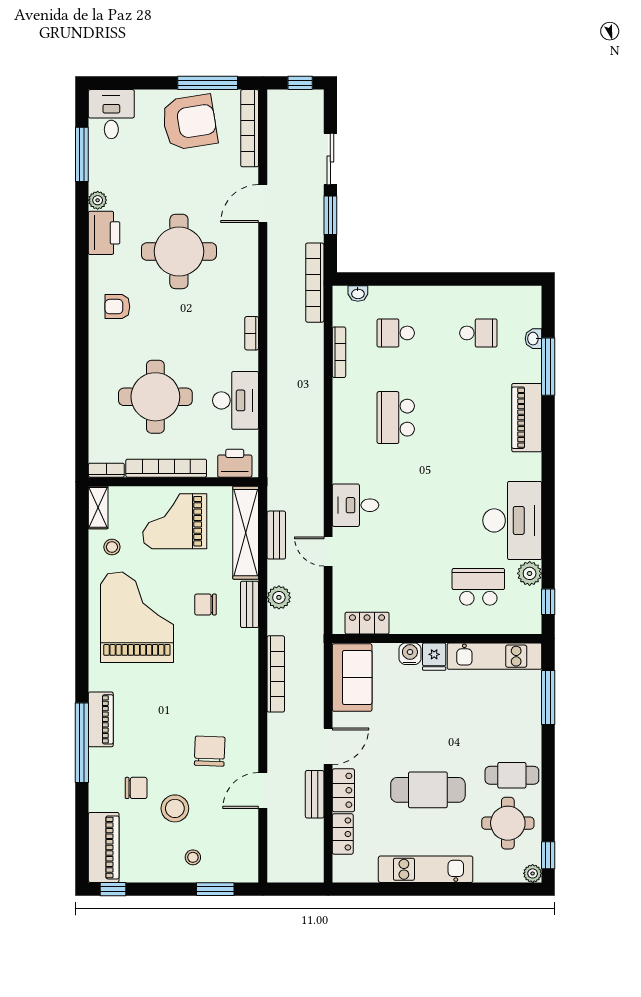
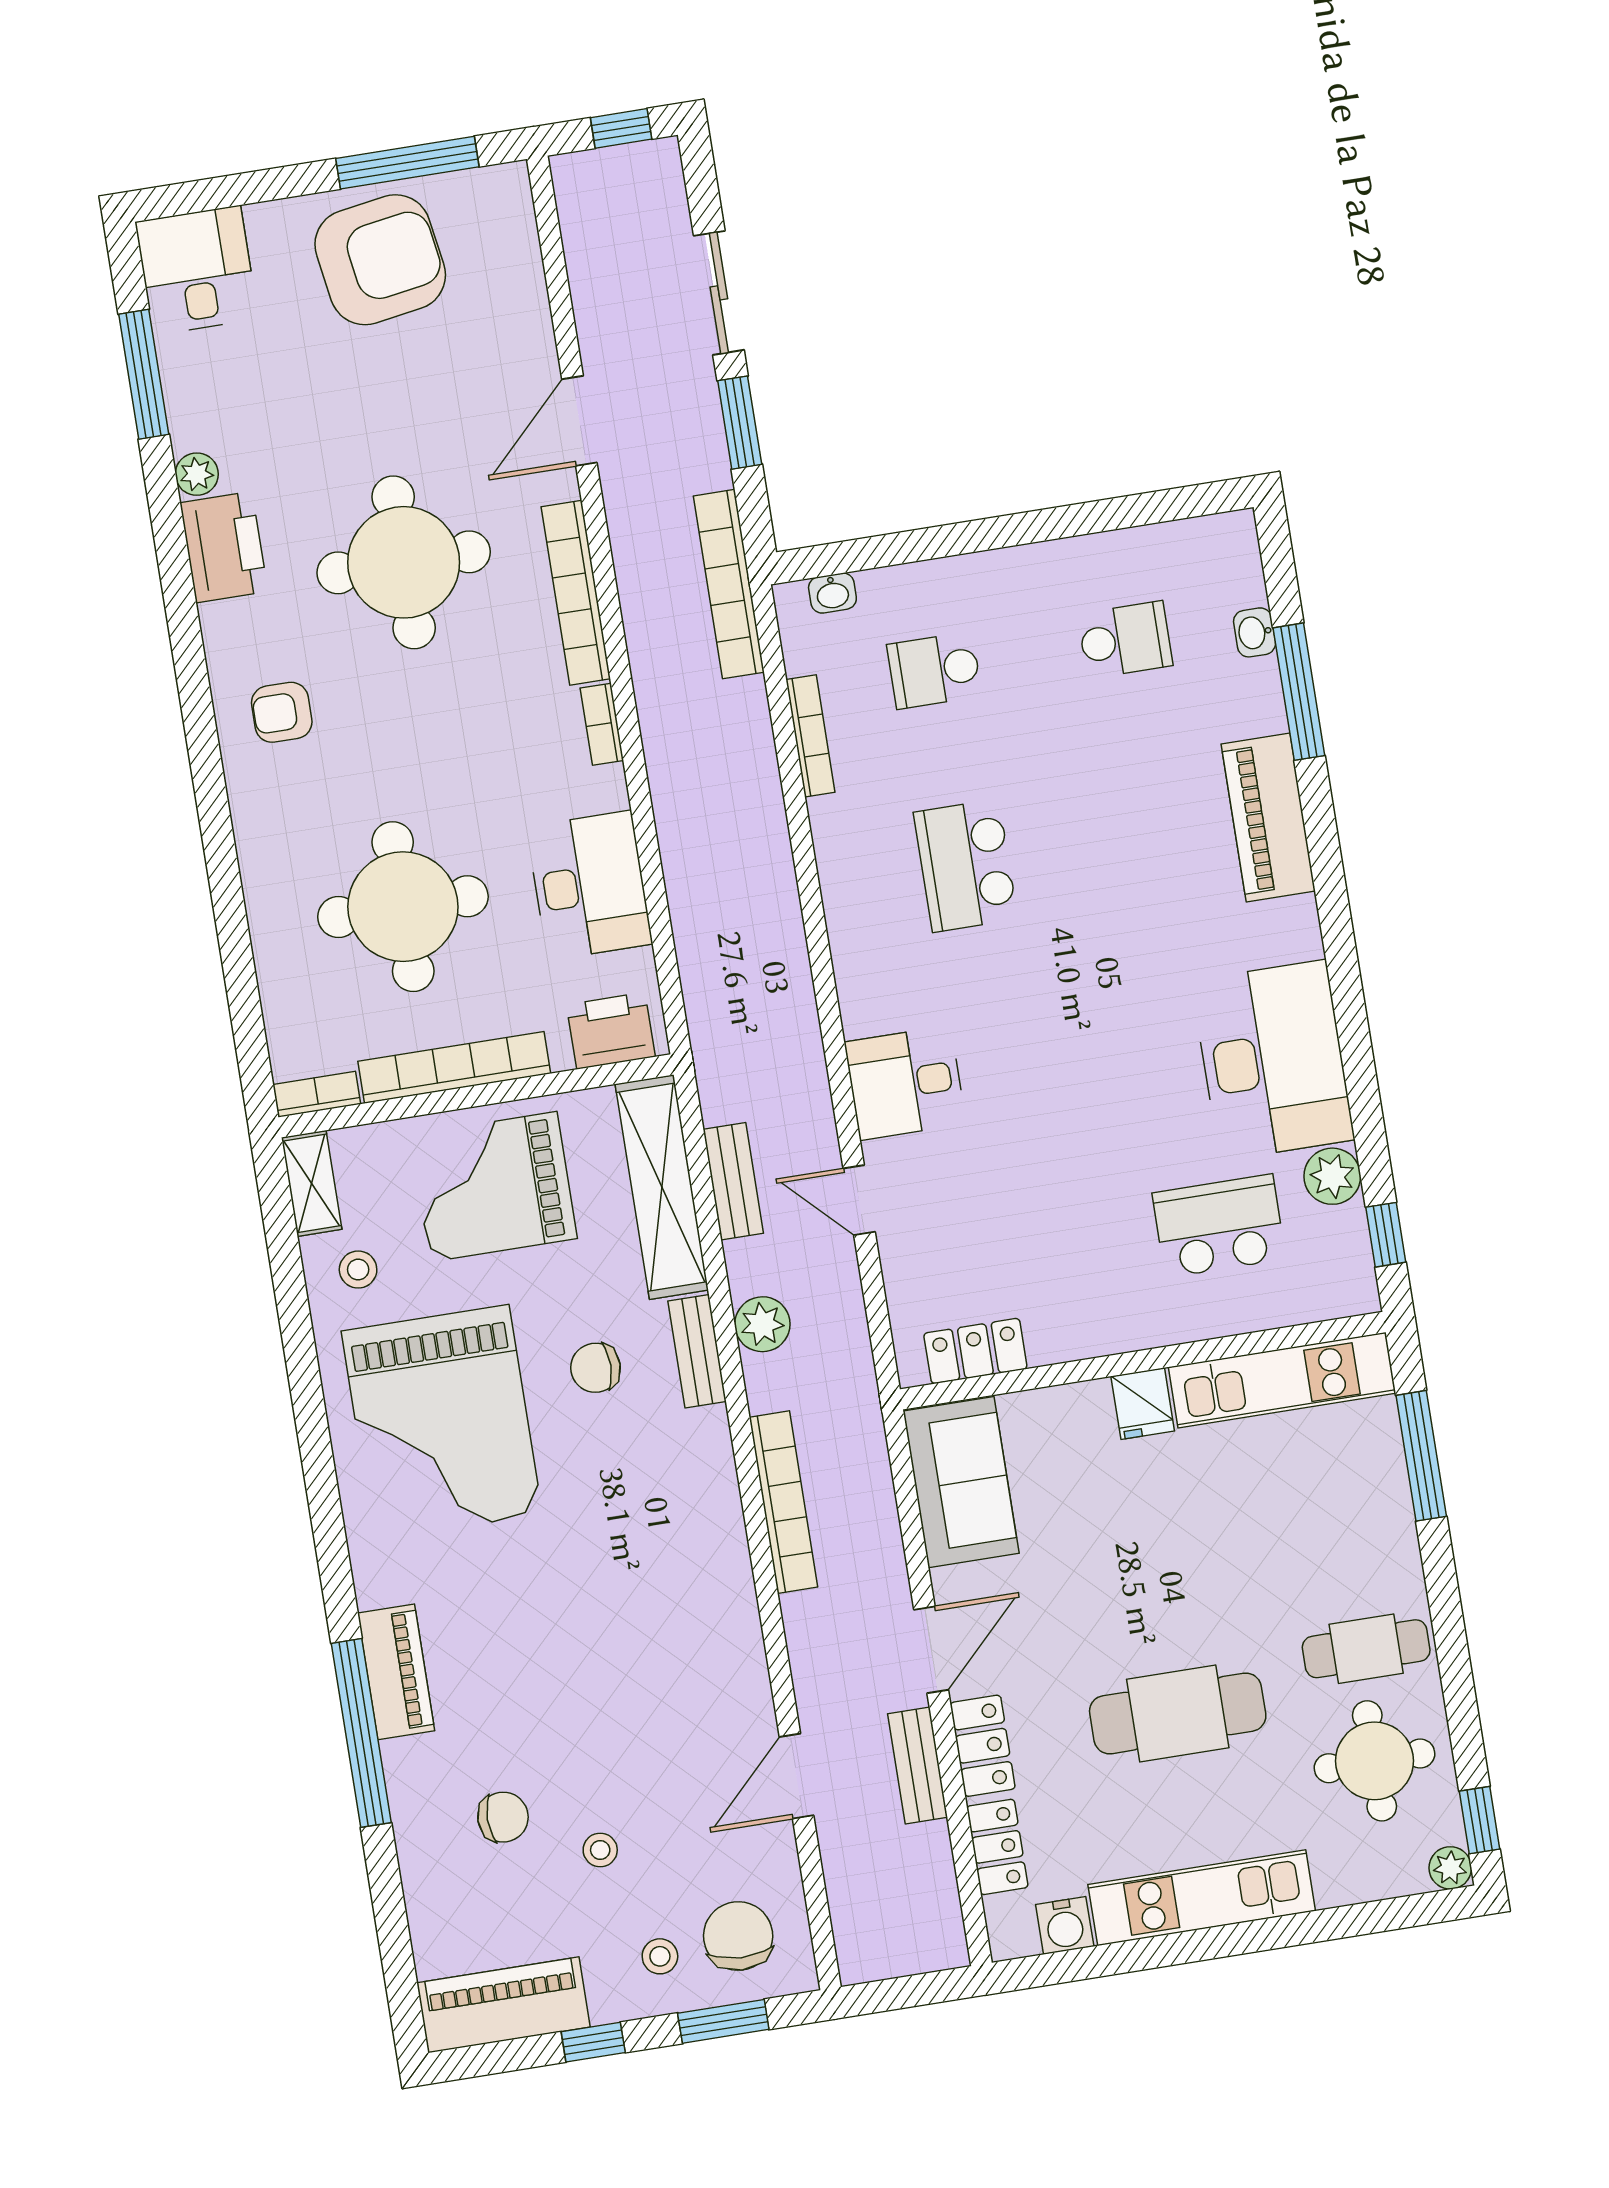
bookcase: (250, 128) -> (576, 593), moved
grand piano: (137, 617) -> (442, 1423), turned 180
water cooler: (410, 654) -> (1065, 1925), moved, turned 180
chair: (210, 751) -> (738, 1936), moved
stool: (175, 808) -> (600, 1850), width x0.53, depth x0.53
piano: (104, 847) -> (503, 2005), moved, turned -90
window: (113, 889) -> (593, 2042), moved

